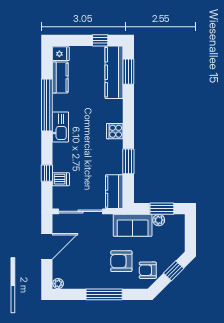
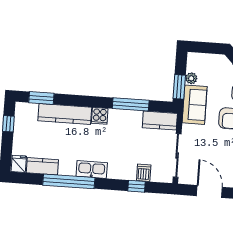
kitchen counter: (114, 72) -> (65, 114), moved
window: (128, 161) -> (131, 104), width x1.44
window: (162, 209) -> (179, 87), moved

